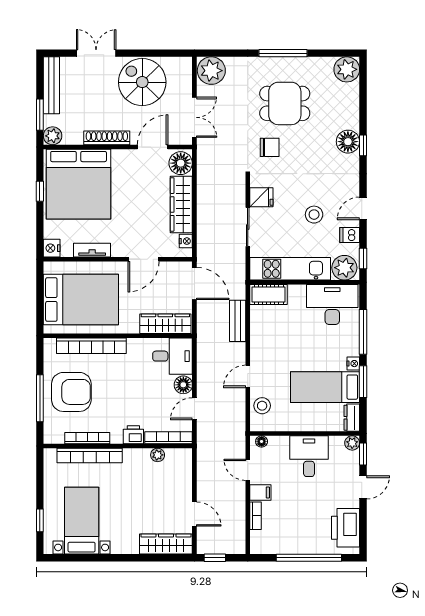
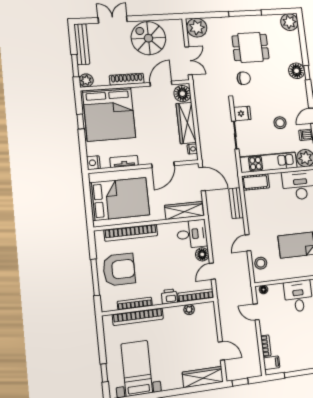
filing cabinet: (260, 492) -> (272, 363), moved

